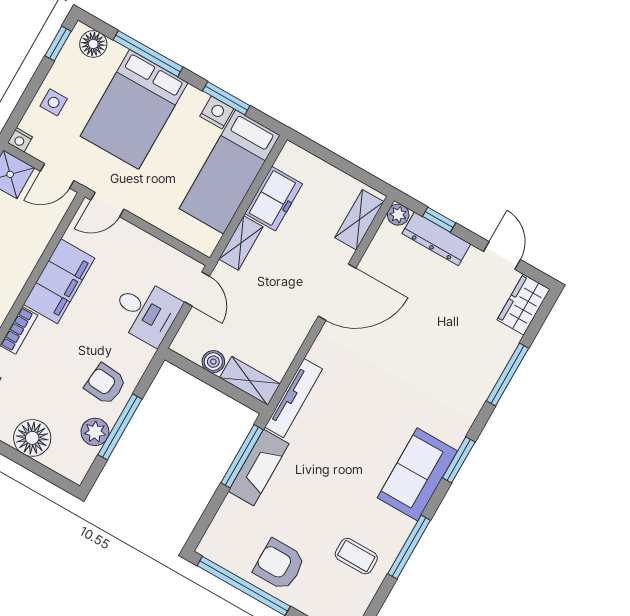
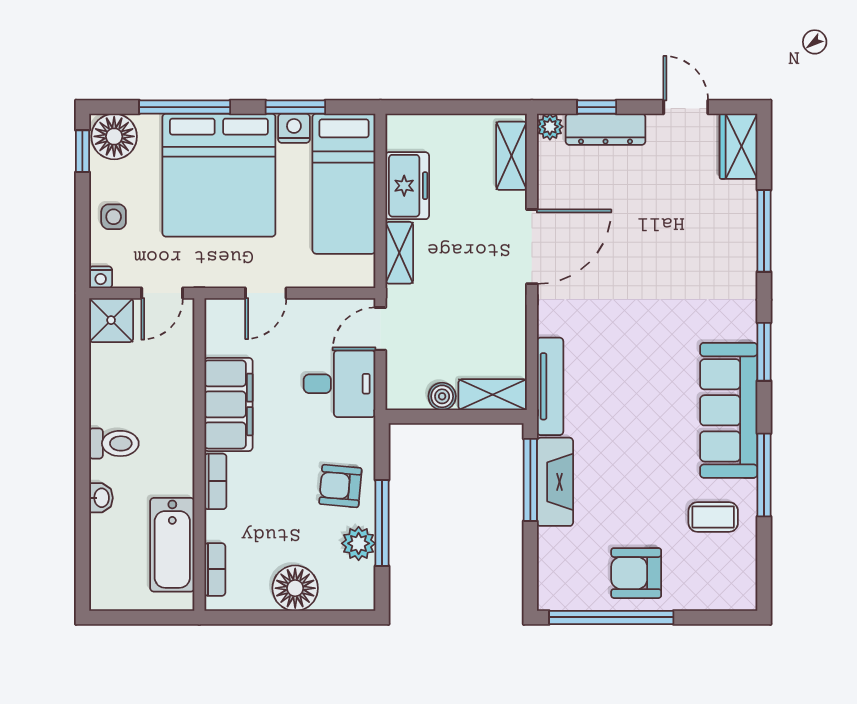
floor lamp: (93, 44) -> (114, 136), width x1.38, depth x1.38
bed: (134, 109) -> (219, 175), width x1.36
door: (107, 205) -> (266, 293), moved
door: (197, 289) -> (380, 329), swing flipped
sofa: (417, 474) -> (729, 410), width x1.36

